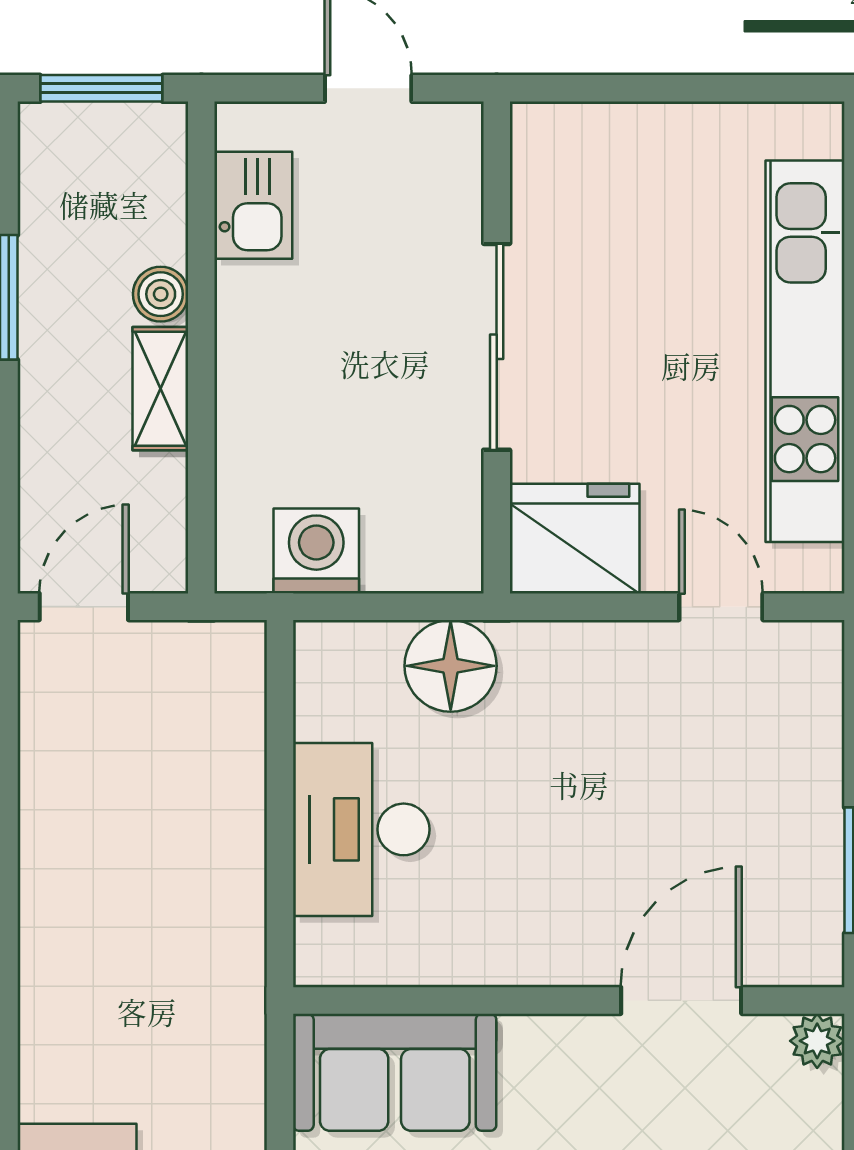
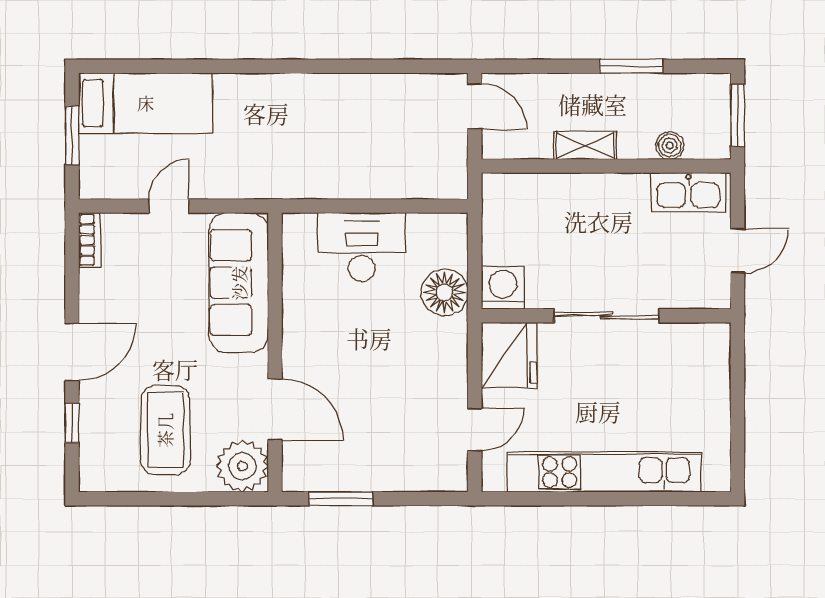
kitchen sink: (253, 205) -> (688, 192), width x1.38
boiler: (161, 294) -> (670, 145), moved
washing machine: (316, 551) -> (503, 288), moved, turned -90
plant: (817, 1041) -> (242, 466), width x1.88, depth x1.88
sofa: (395, 1072) -> (239, 283), width x1.36

